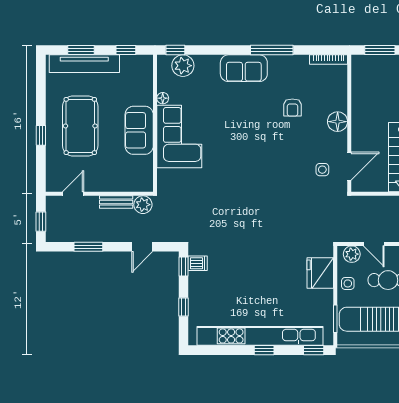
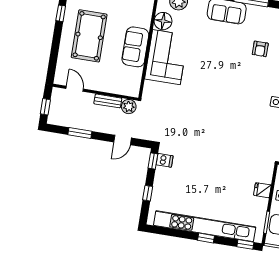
floor lamp: (163, 98) -> (163, 21), width x1.89, depth x1.89
window: (41, 135) -> (61, 13), moved
door: (73, 194) -> (75, 89), hinge flipped
fridge: (320, 273) -> (262, 190), width x0.53, depth x0.75

